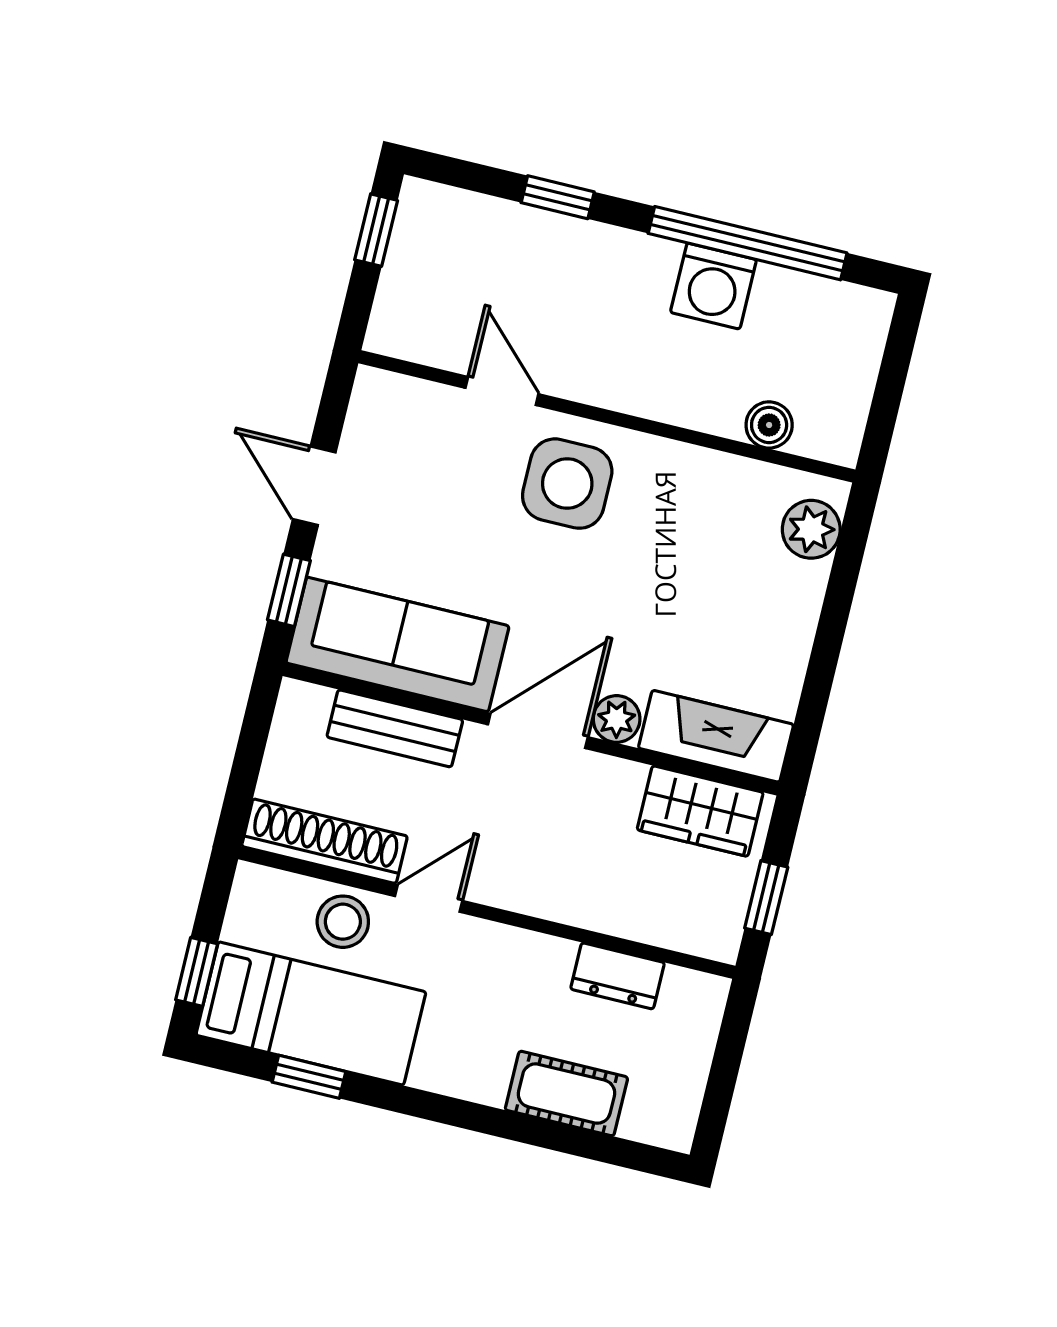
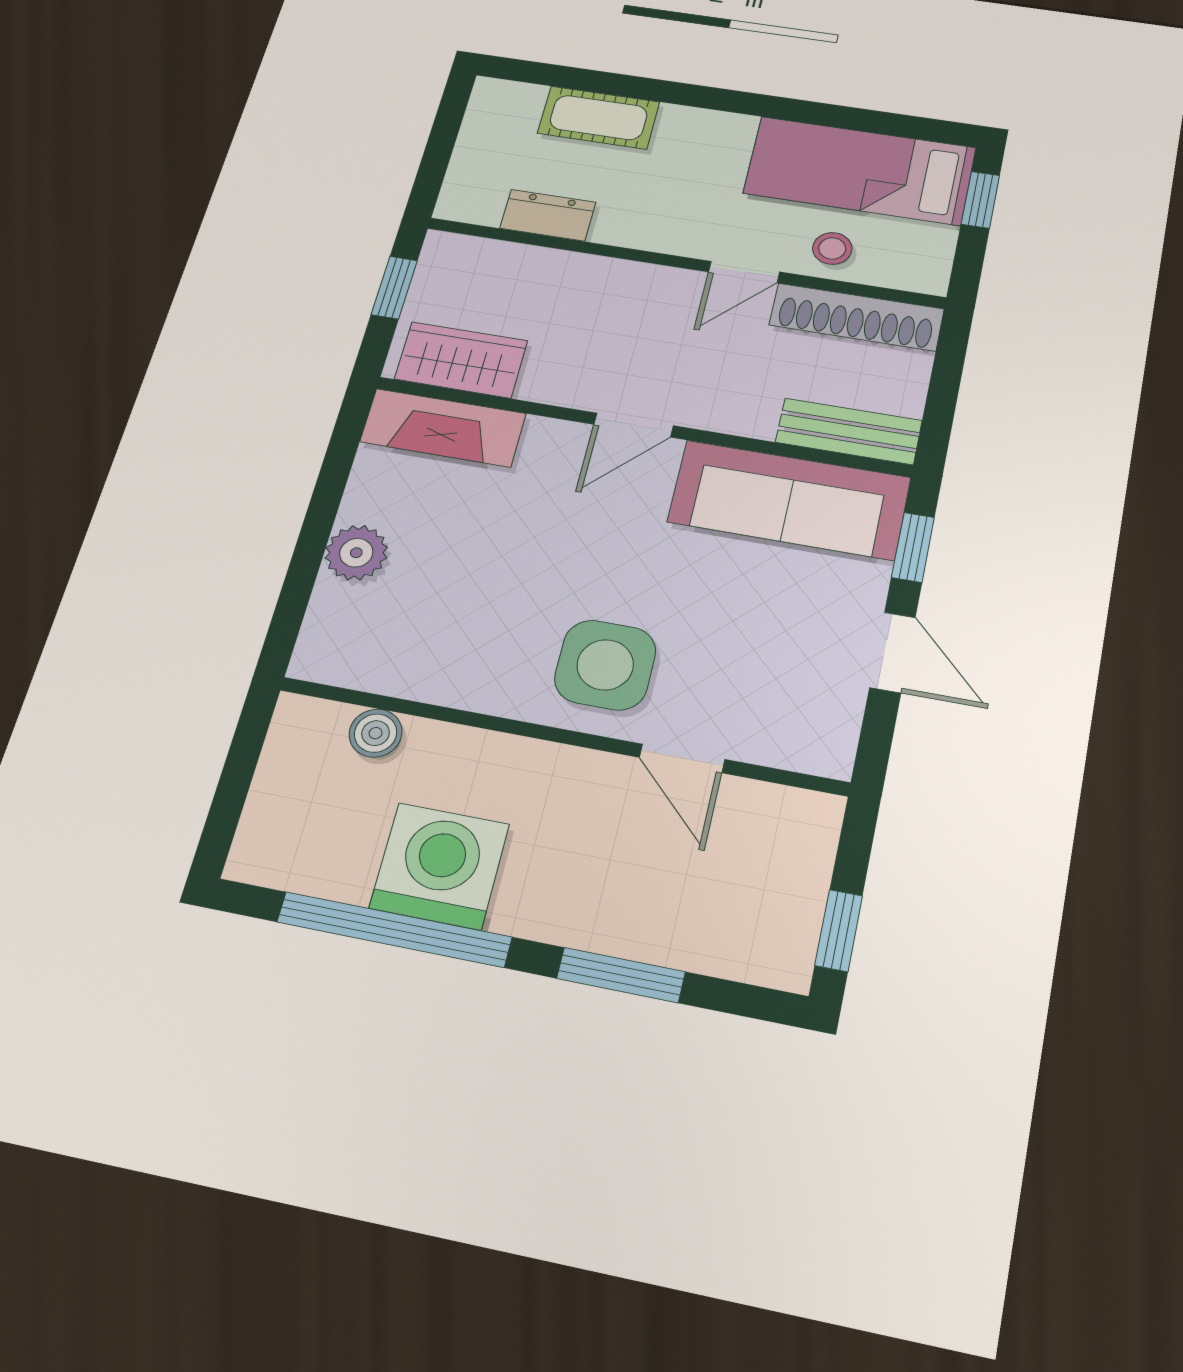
window: (558, 197) -> (621, 975), width x1.50
washing machine: (713, 286) -> (440, 866), width x1.37, depth x1.37
plant: (811, 529) -> (356, 553), moved
plant: (617, 719) -> (549, 439), removed
bench: (395, 728) -> (849, 431), moved
door: (538, 731) -> (634, 425), width x0.73
stool: (343, 922) -> (832, 248), width x0.73, depth x0.73
window: (309, 1077) -> (858, 119), removed

